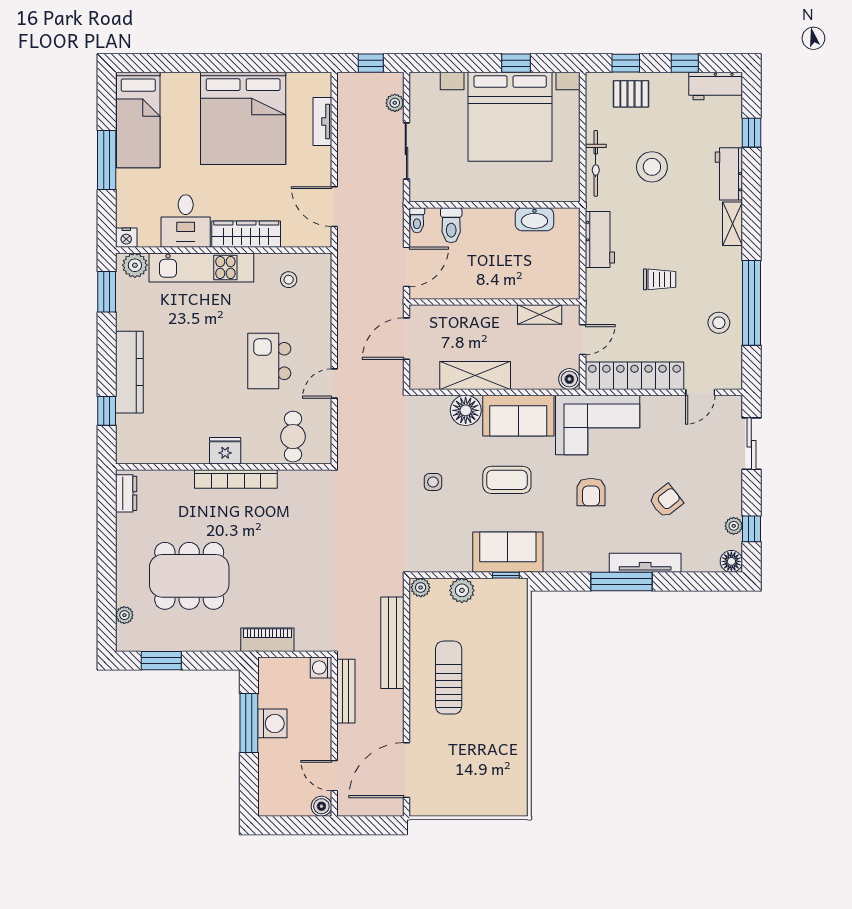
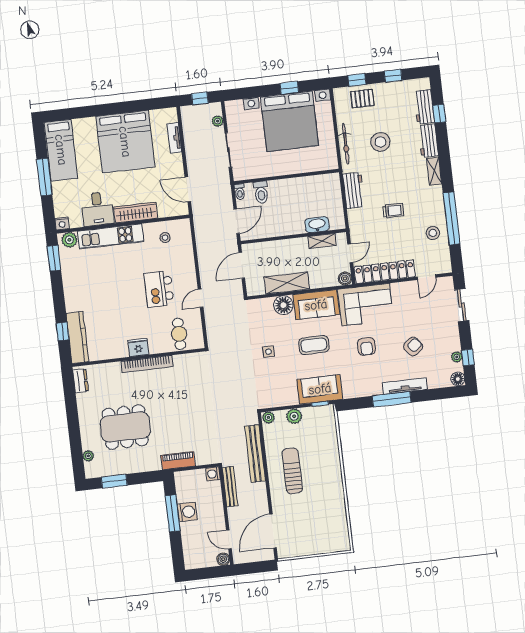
workbench: (716, 86) -> (424, 107), moved, turned 90
washbasin: (534, 219) -> (317, 225), moved, turned 180
kitchen counter: (129, 372) -> (77, 337), moved

